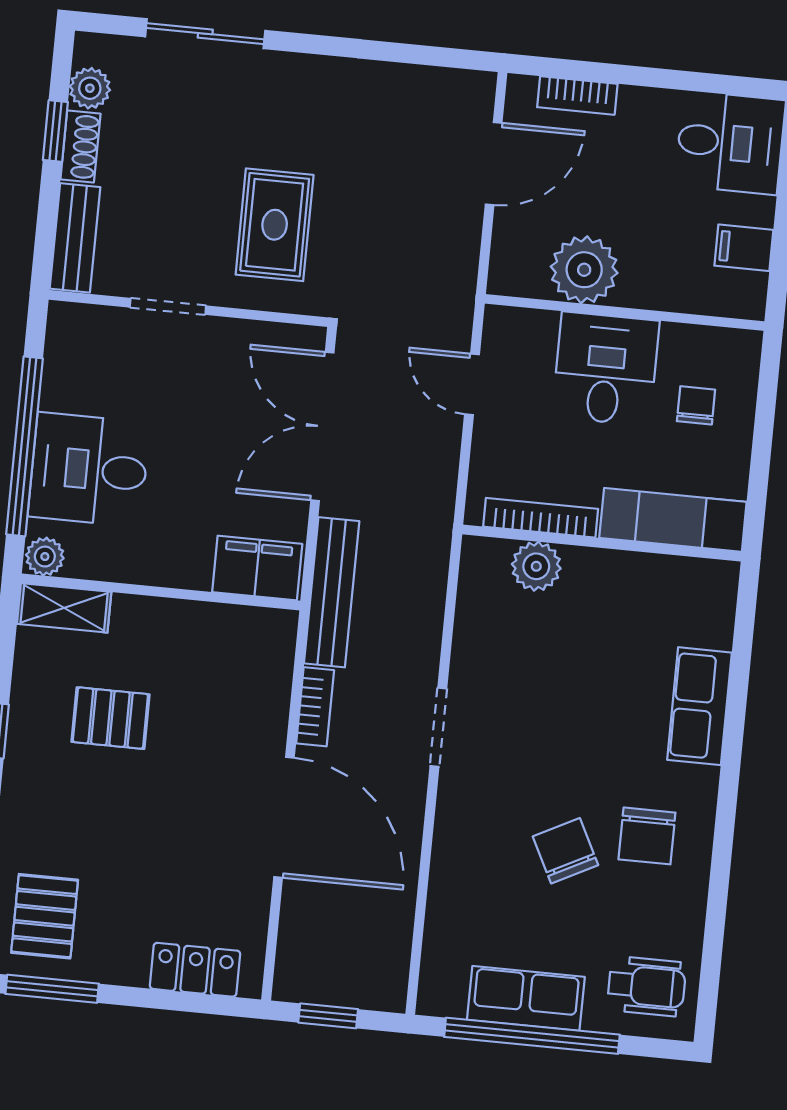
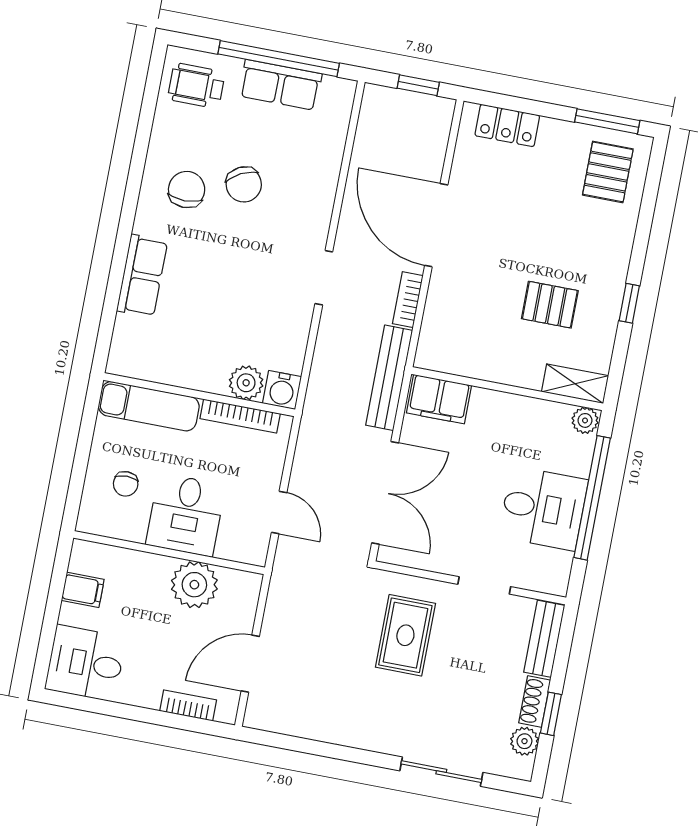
desk: (89, 470) -> (543, 508), moved
water cooler: (484, 561) -> (282, 390), added

